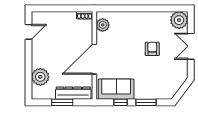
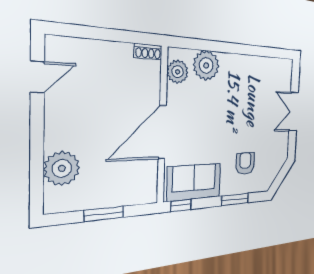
plant: (179, 20) -> (206, 65), moved
armchair: (152, 49) -> (245, 163), moved
dresser: (73, 93) -> (125, 195), removed
window: (120, 102) -> (181, 205), moved

